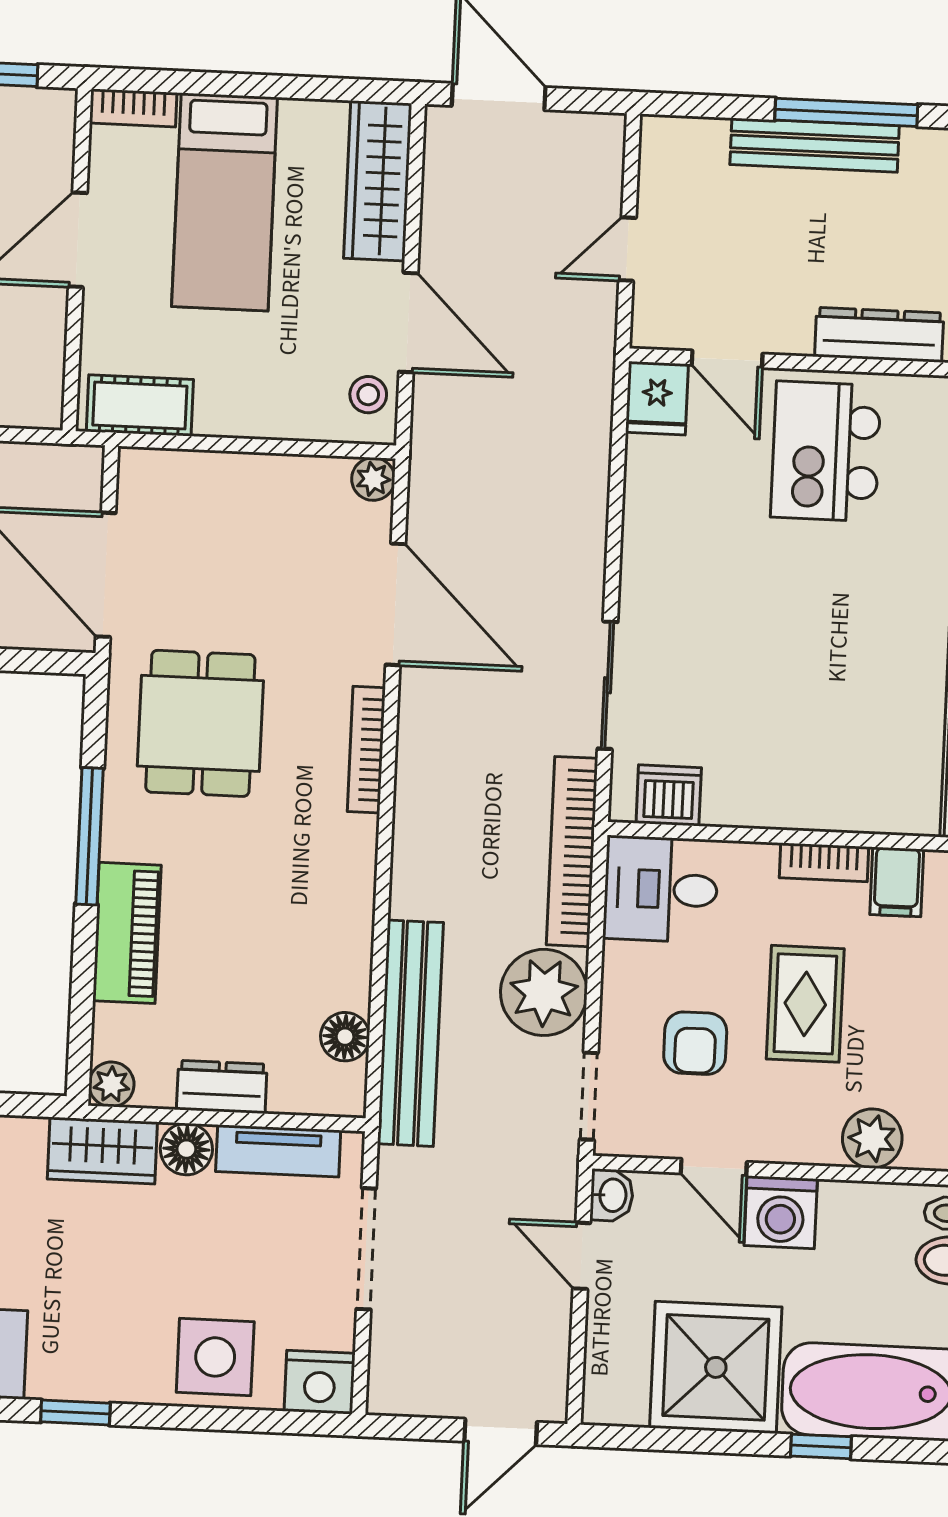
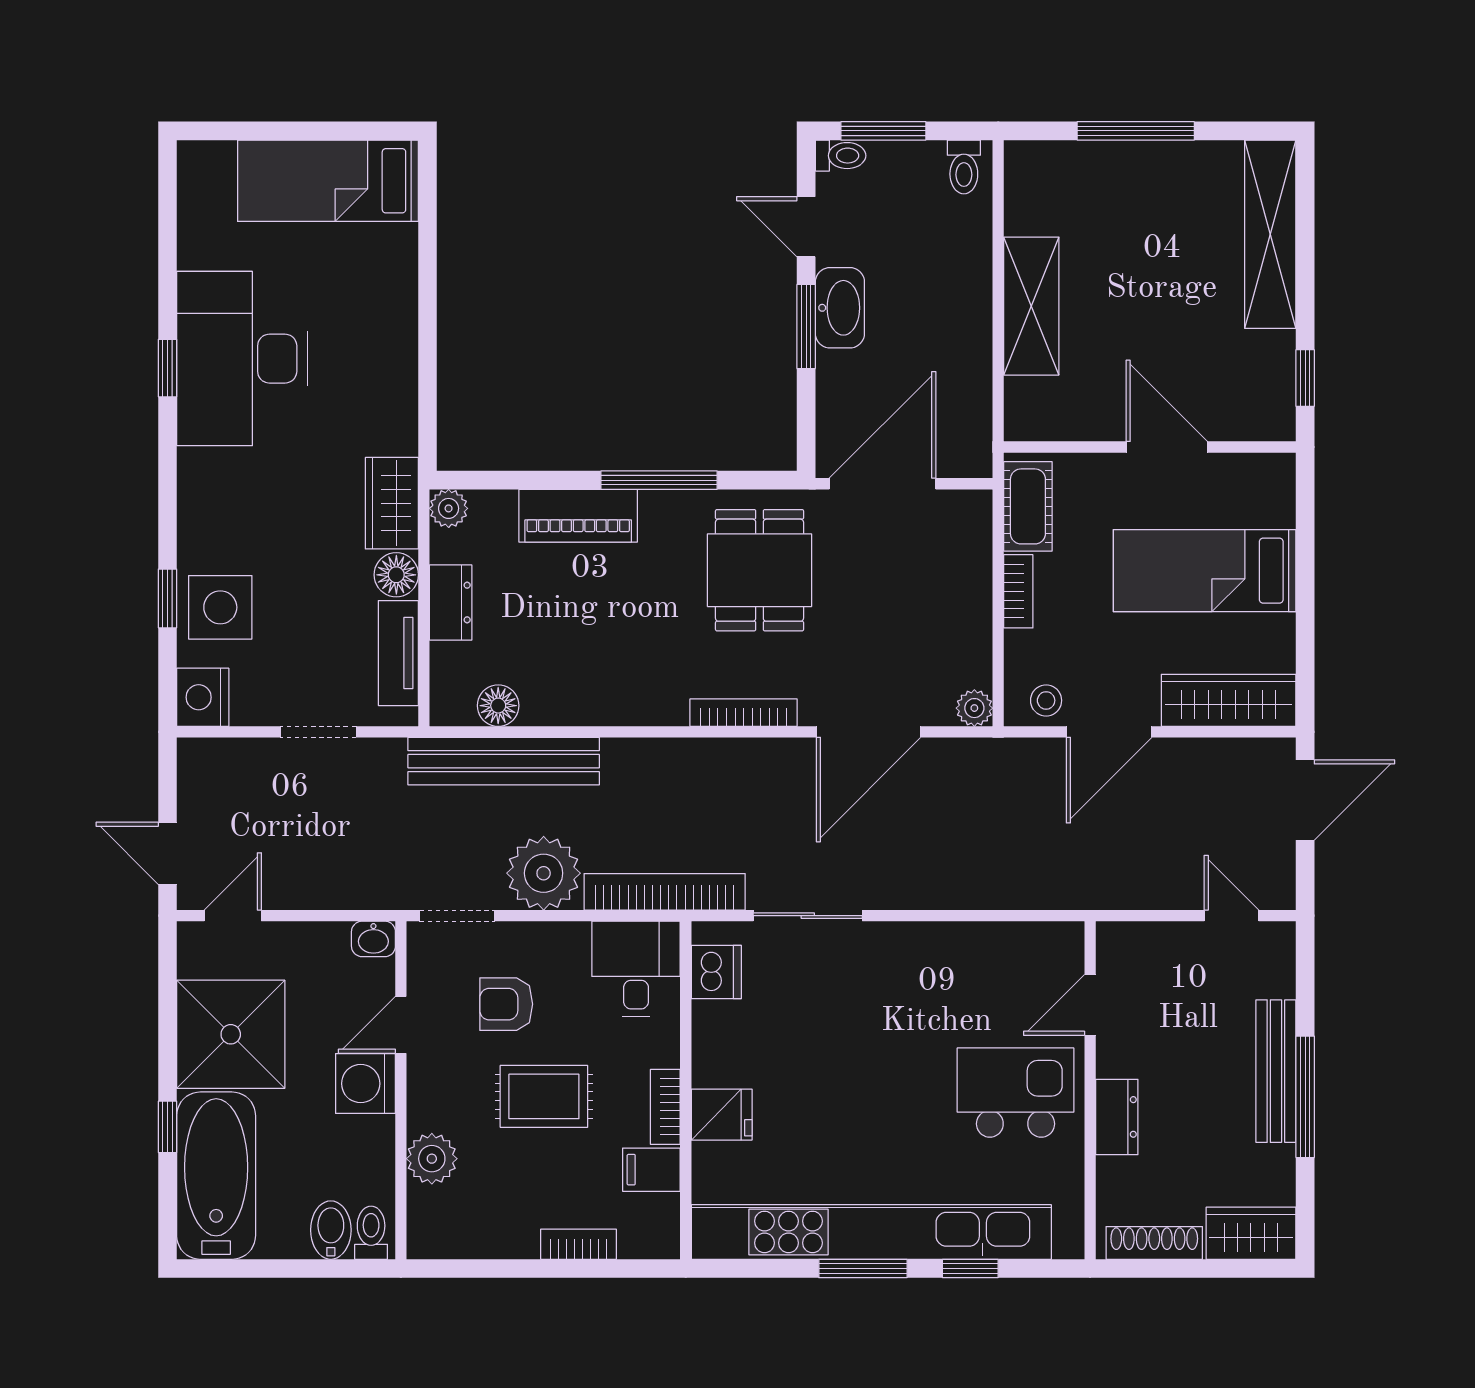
bookcase: (133, 108) -> (1018, 591), moved, turned 180
door: (627, 249) -> (1232, 916), moved
dresser: (879, 335) -> (1117, 1117), width x0.70
fridge: (657, 398) -> (722, 1115), moved, turned 180
dining table: (200, 723) -> (760, 570), turned 90
doorway: (366, 1249) -> (318, 732), width x0.73
door: (582, 1256) -> (233, 916), moved
window: (75, 1413) -> (168, 598), moved

